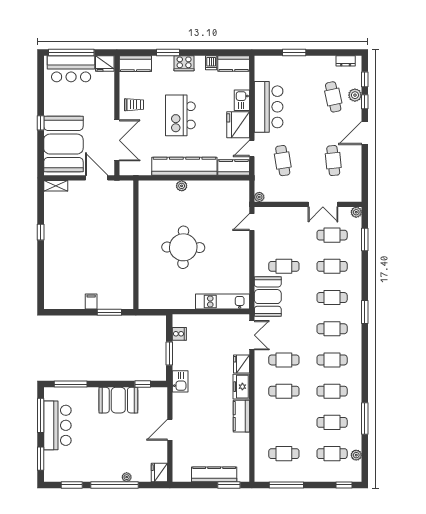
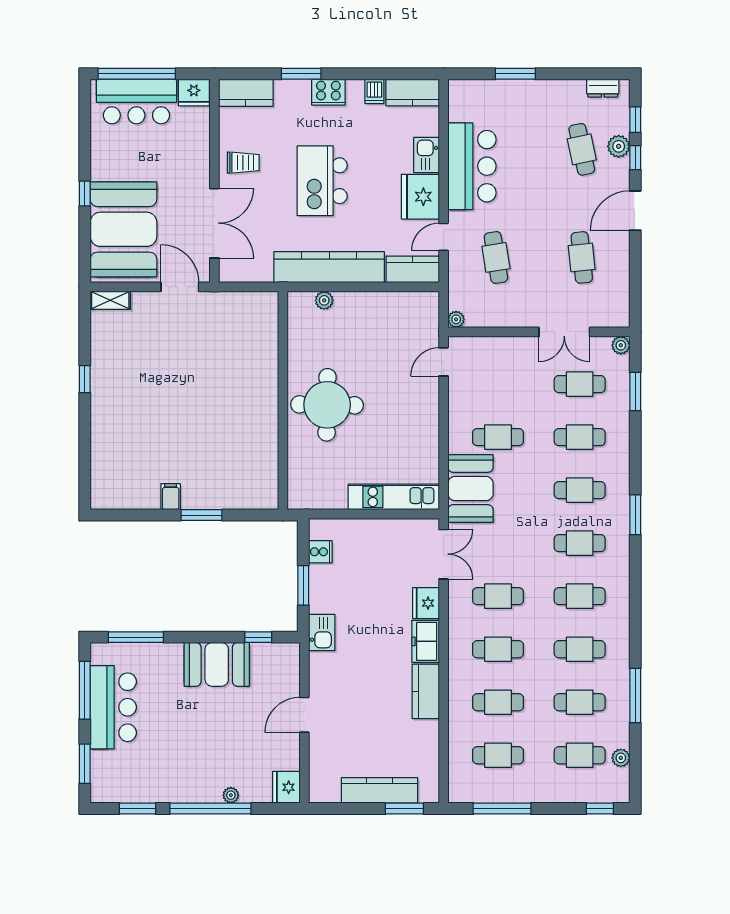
wall: (136, 245) -> (283, 400), moved
cafe table: (284, 422) -> (498, 702), added

